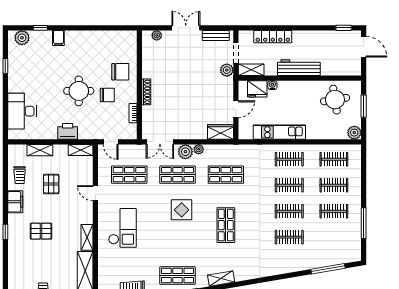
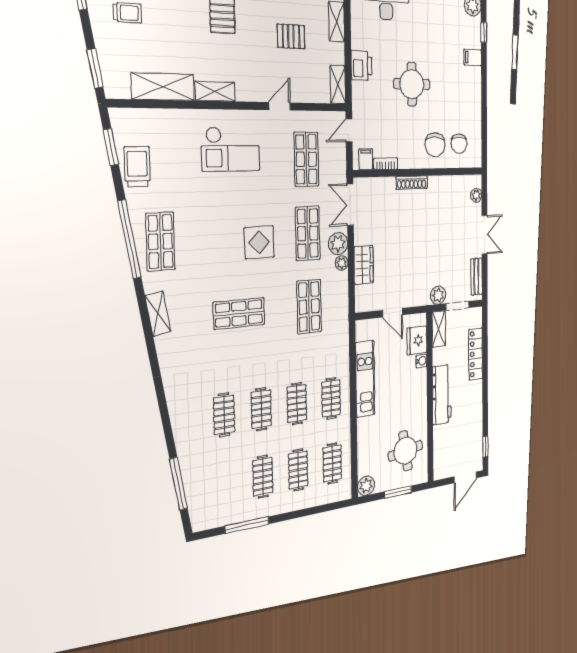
chair: (107, 95) -> (459, 144), moved
filing cabinet: (130, 129) -> (366, 159), added
wardrobe: (220, 132) -> (364, 265), moved

